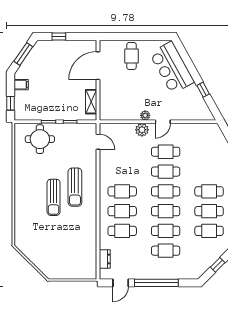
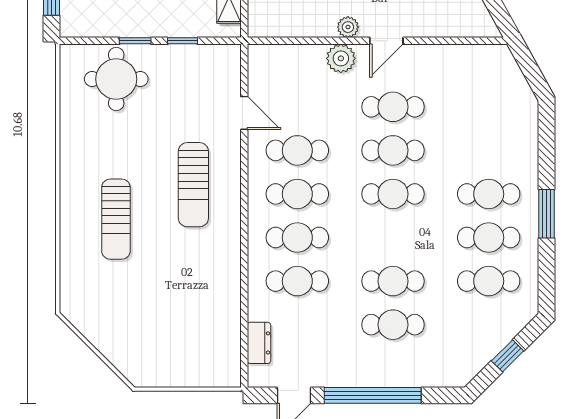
door: (98, 142) -> (244, 113), moved
sun lounger: (54, 197) -> (116, 219), moved
cafe table: (166, 211) -> (297, 150), moved

